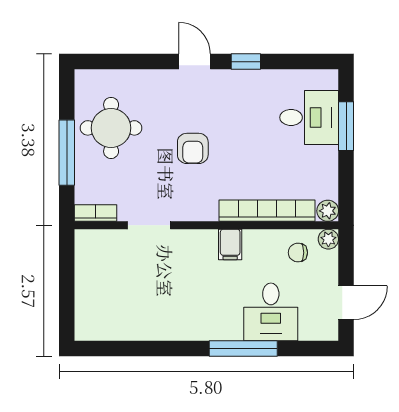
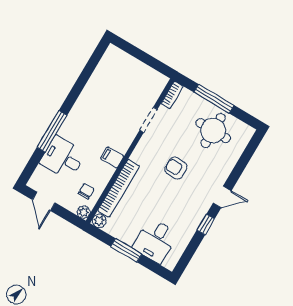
window: (346, 126) -> (126, 250), moved

